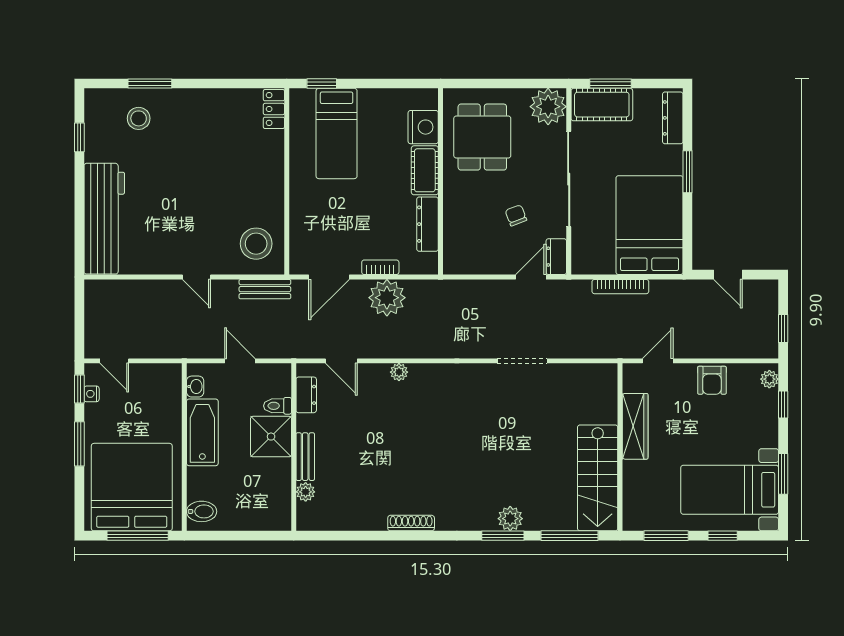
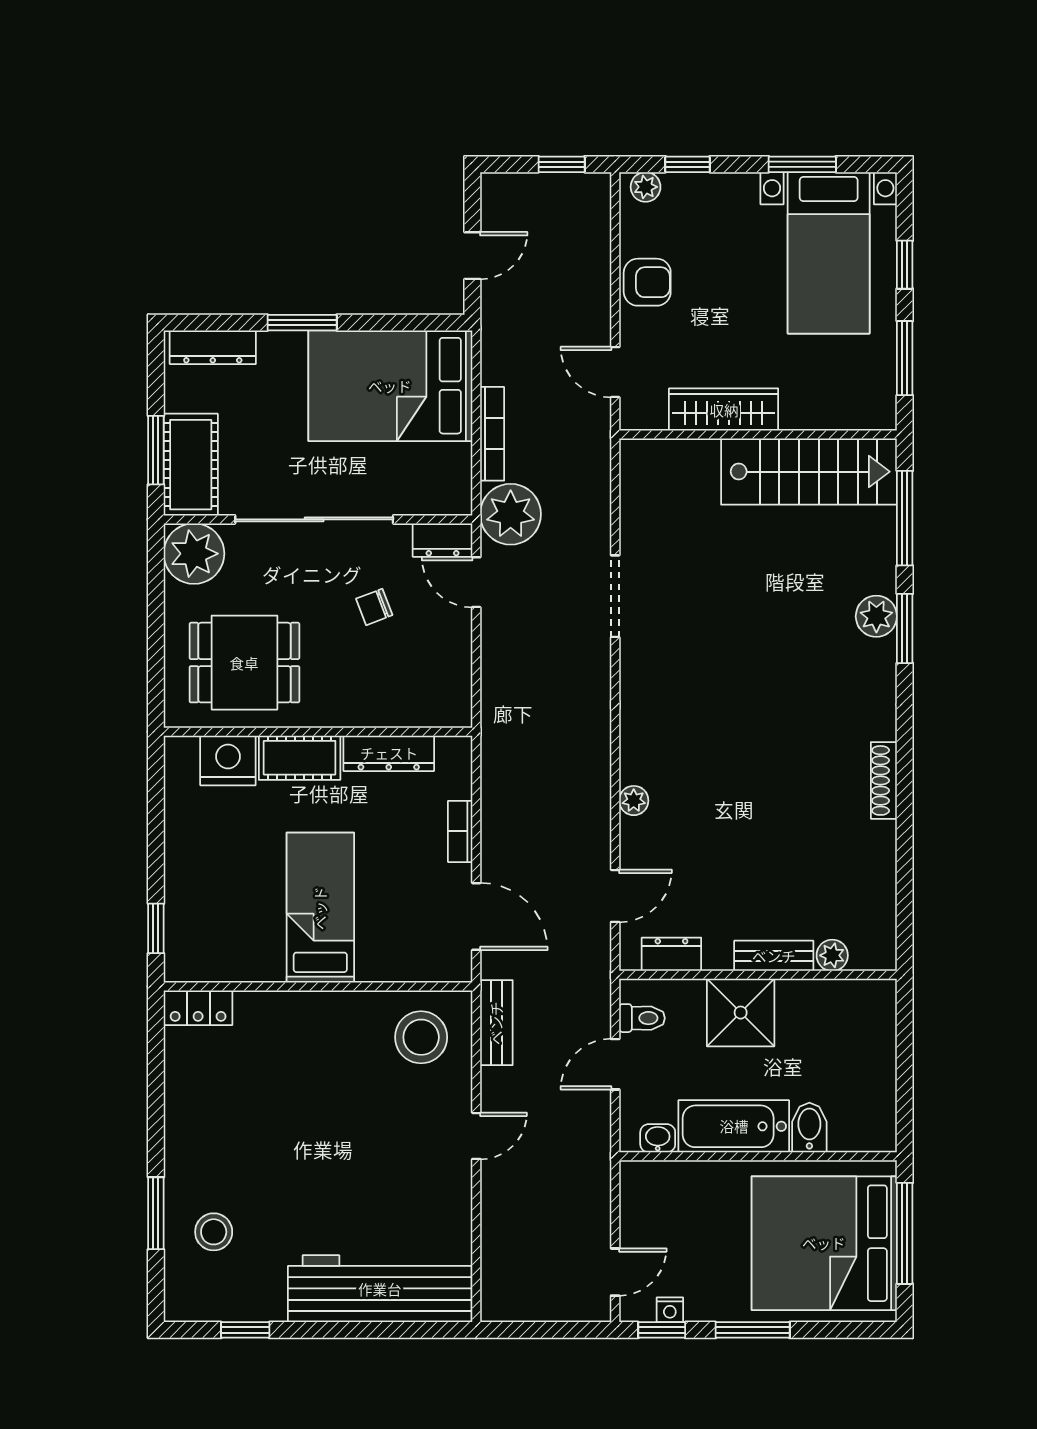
bed: (337, 133) -> (320, 908), moved, turned -90
plant: (387, 298) -> (511, 514), moved
toilet: (278, 406) -> (642, 1018), moved, turned -90
bidet: (202, 511) -> (809, 1127), moved

